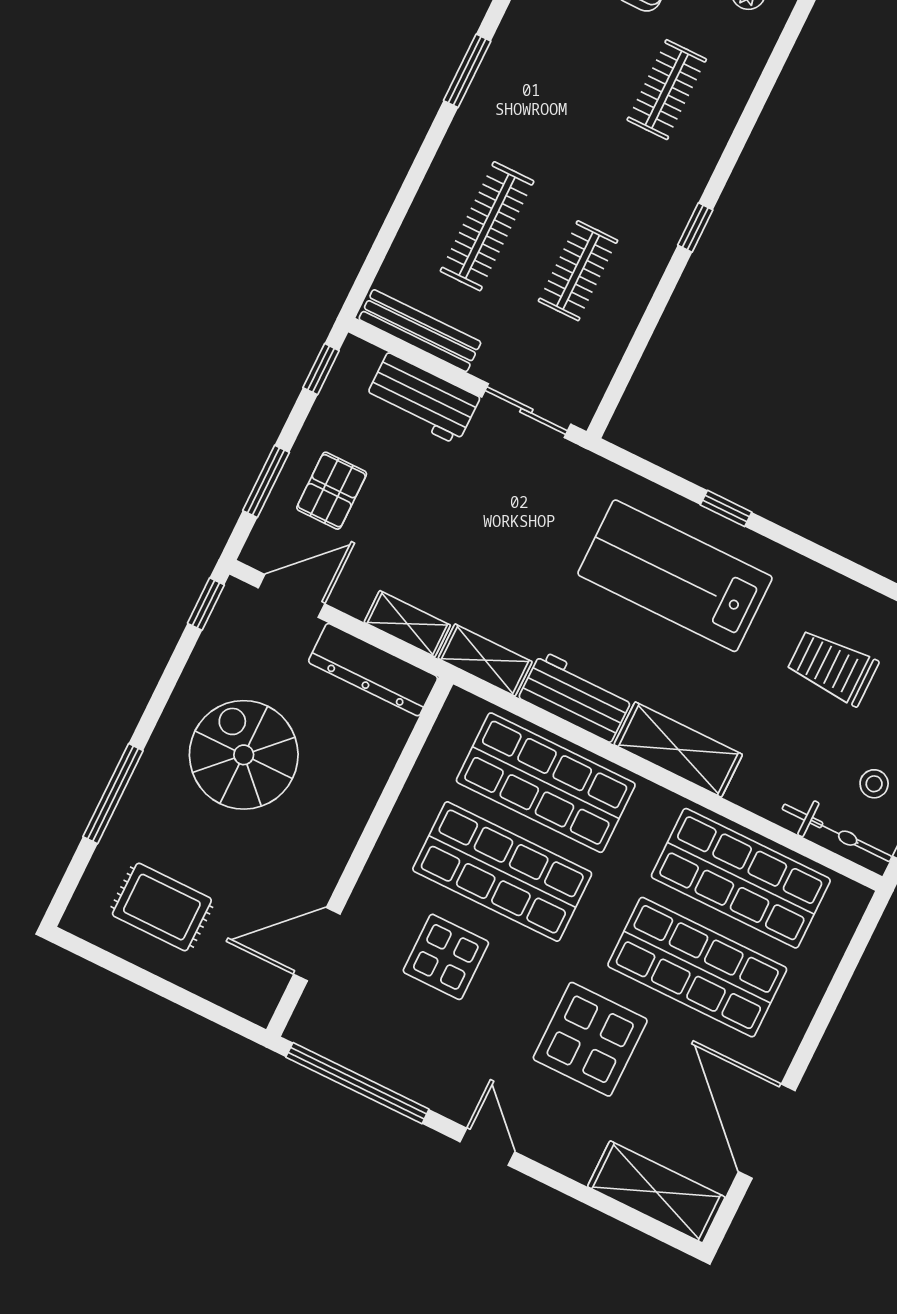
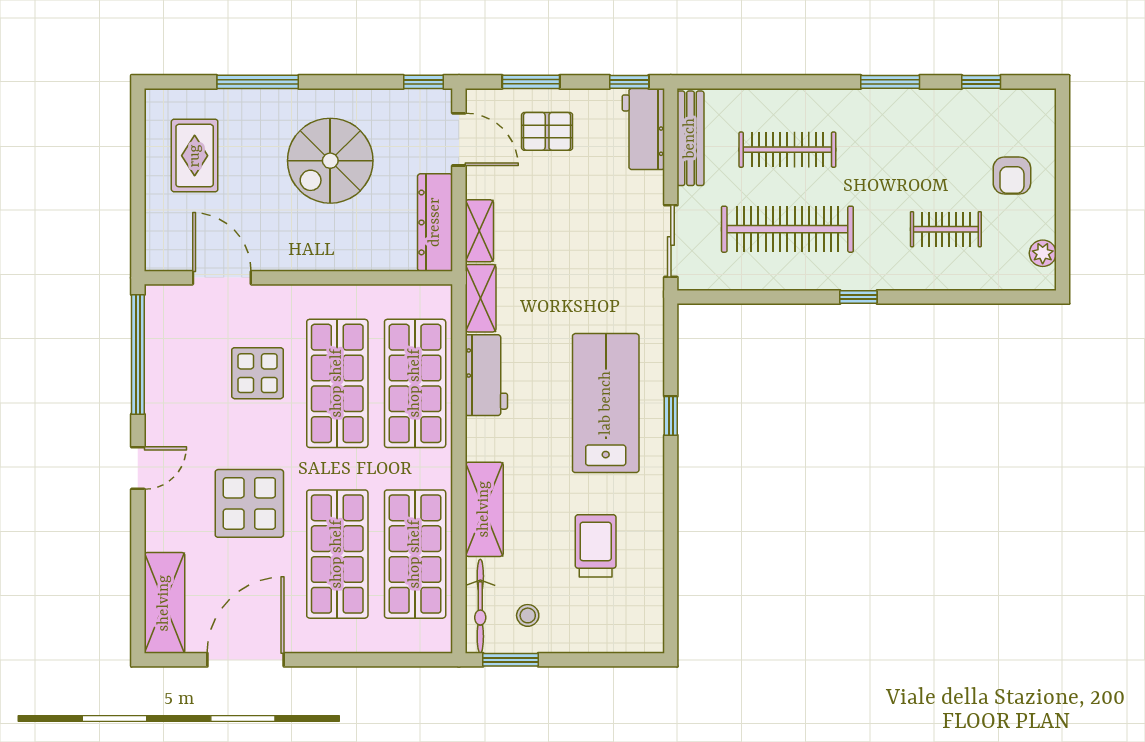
clothes rail: (578, 271) -> (787, 229), width x1.86, depth x1.31
workbench: (422, 399) -> (643, 129), moved
shelving: (678, 750) -> (484, 509), moved
spiral stairs: (244, 755) -> (330, 161), turned 180

